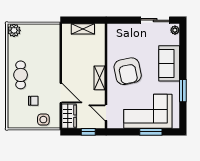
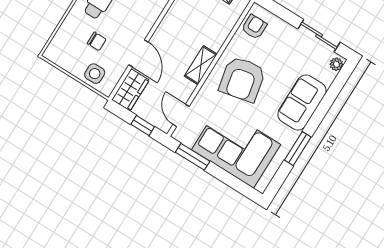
armchair: (116, 38) -> (254, 27), added
window: (151, 132) -> (193, 157), moved

